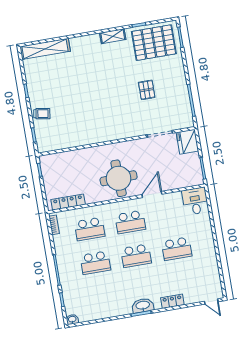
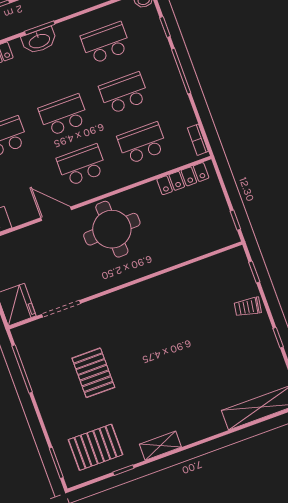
pallet: (154, 43) -> (96, 447), width x0.73, depth x0.71
pallet: (147, 90) -> (93, 373), width x1.50, depth x1.42
door: (152, 194) -> (56, 214), swing flipped
school desk: (101, 296) -> (106, 43), added

